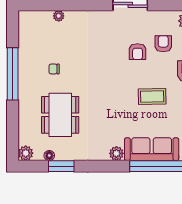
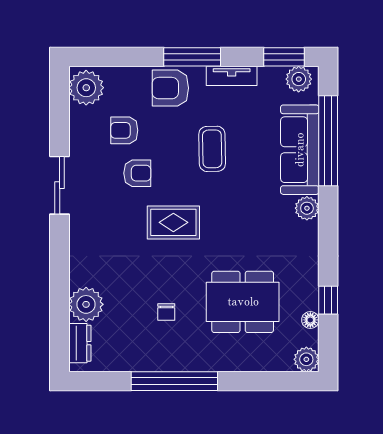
plant: (59, 16) -> (86, 304), width x1.88, depth x1.88
dresser: (35, 17) -> (80, 343), added
rug: (108, 73) -> (173, 222), added
window: (61, 166) -> (328, 300), width x0.67

